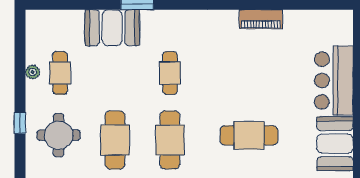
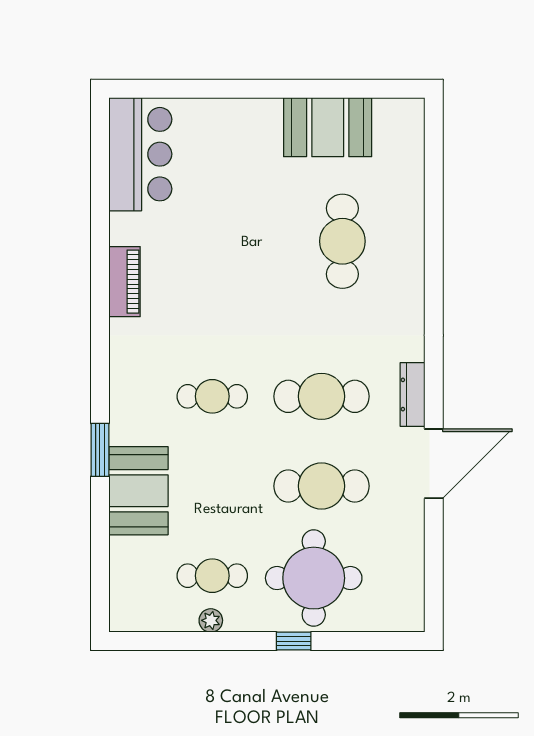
piano: (261, 19) -> (124, 282), moved
bar counter: (334, 81) -> (140, 154), moved, turned -90
round table: (59, 135) -> (314, 578), width x1.36, depth x1.36
cafe table: (249, 135) -> (342, 241), moved

